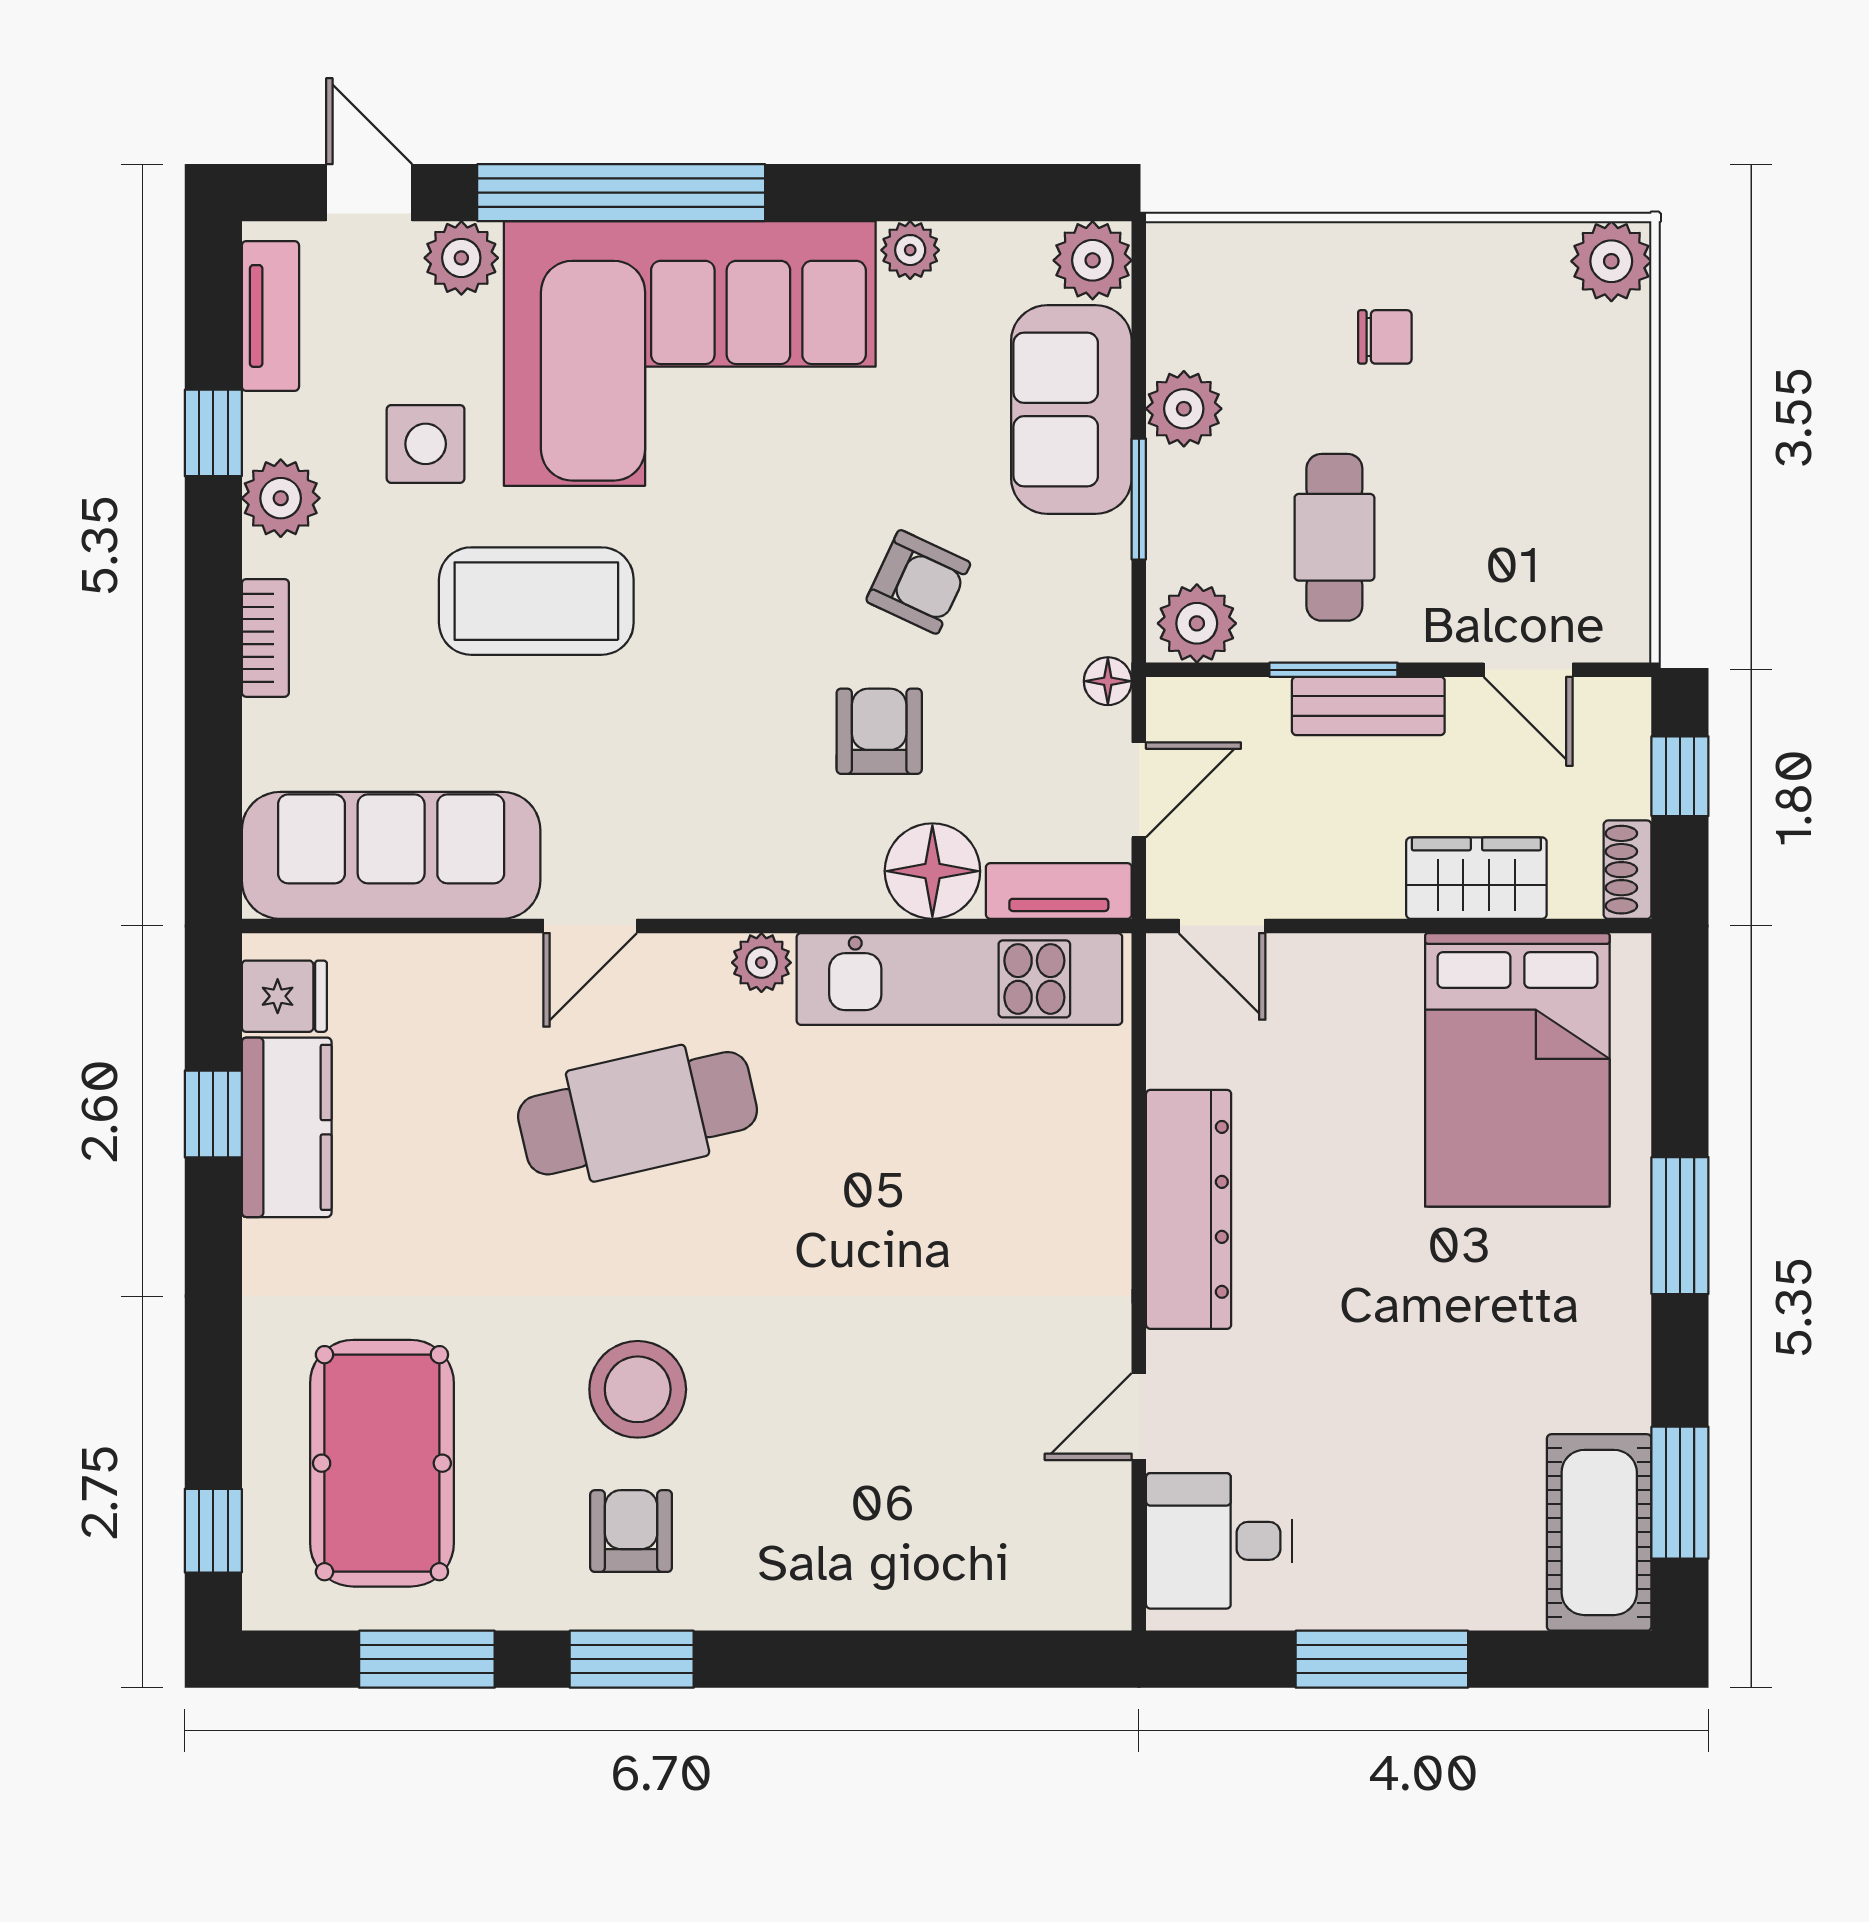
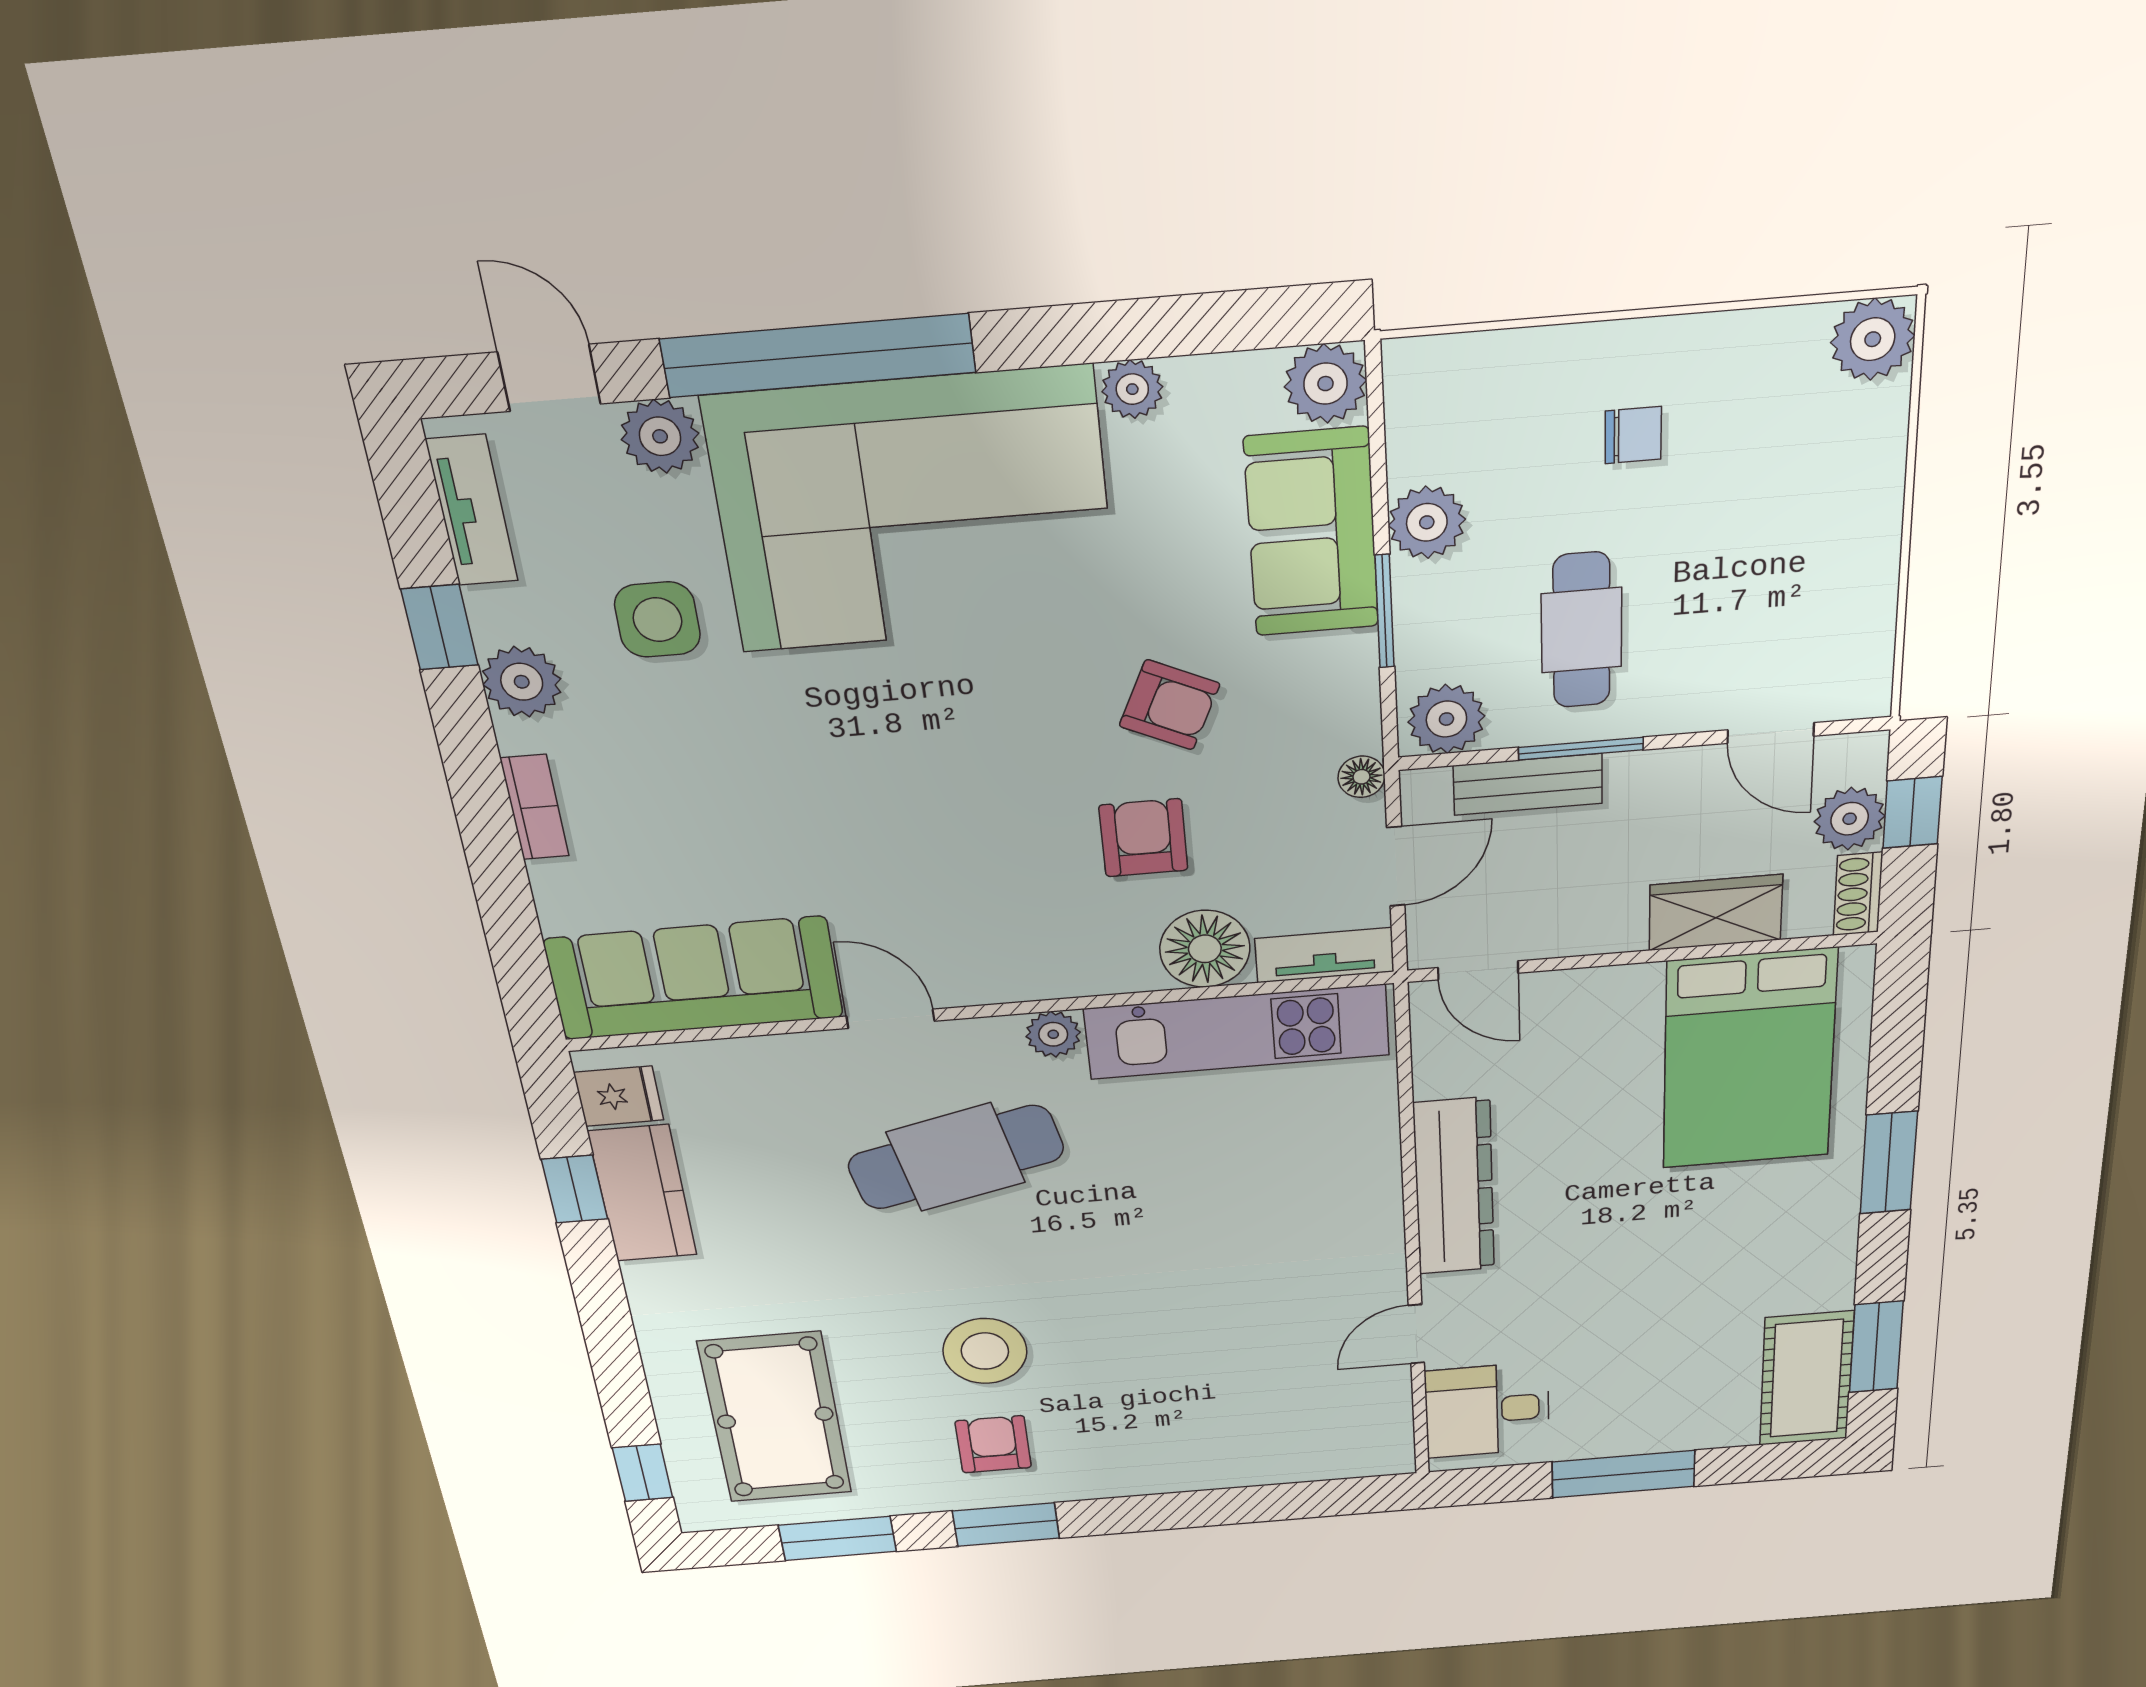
coffee table: (536, 601) -> (794, 753), removed
bench: (1368, 706) -> (1528, 784), moved
plant: (1614, 778) -> (1850, 819), added
door: (590, 926) -> (890, 1019), swing flipped

